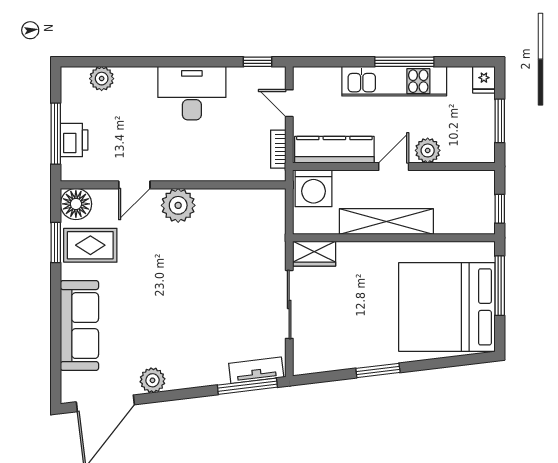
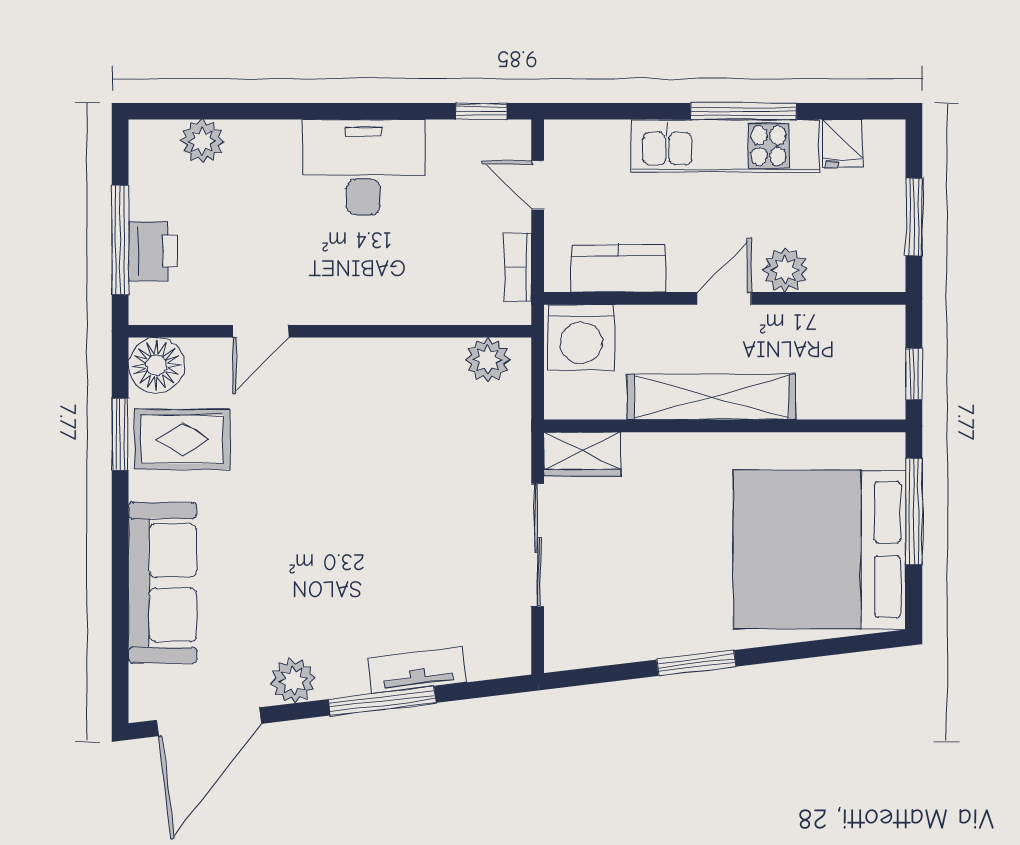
fridge: (484, 80) -> (842, 143), moved
kitchen counter: (334, 150) -> (618, 268), width x0.67
plant: (178, 205) -> (488, 360), moved, width x0.73, depth x0.73
tv unit: (256, 370) -> (417, 670), moved
window: (247, 386) -> (382, 701), moved

